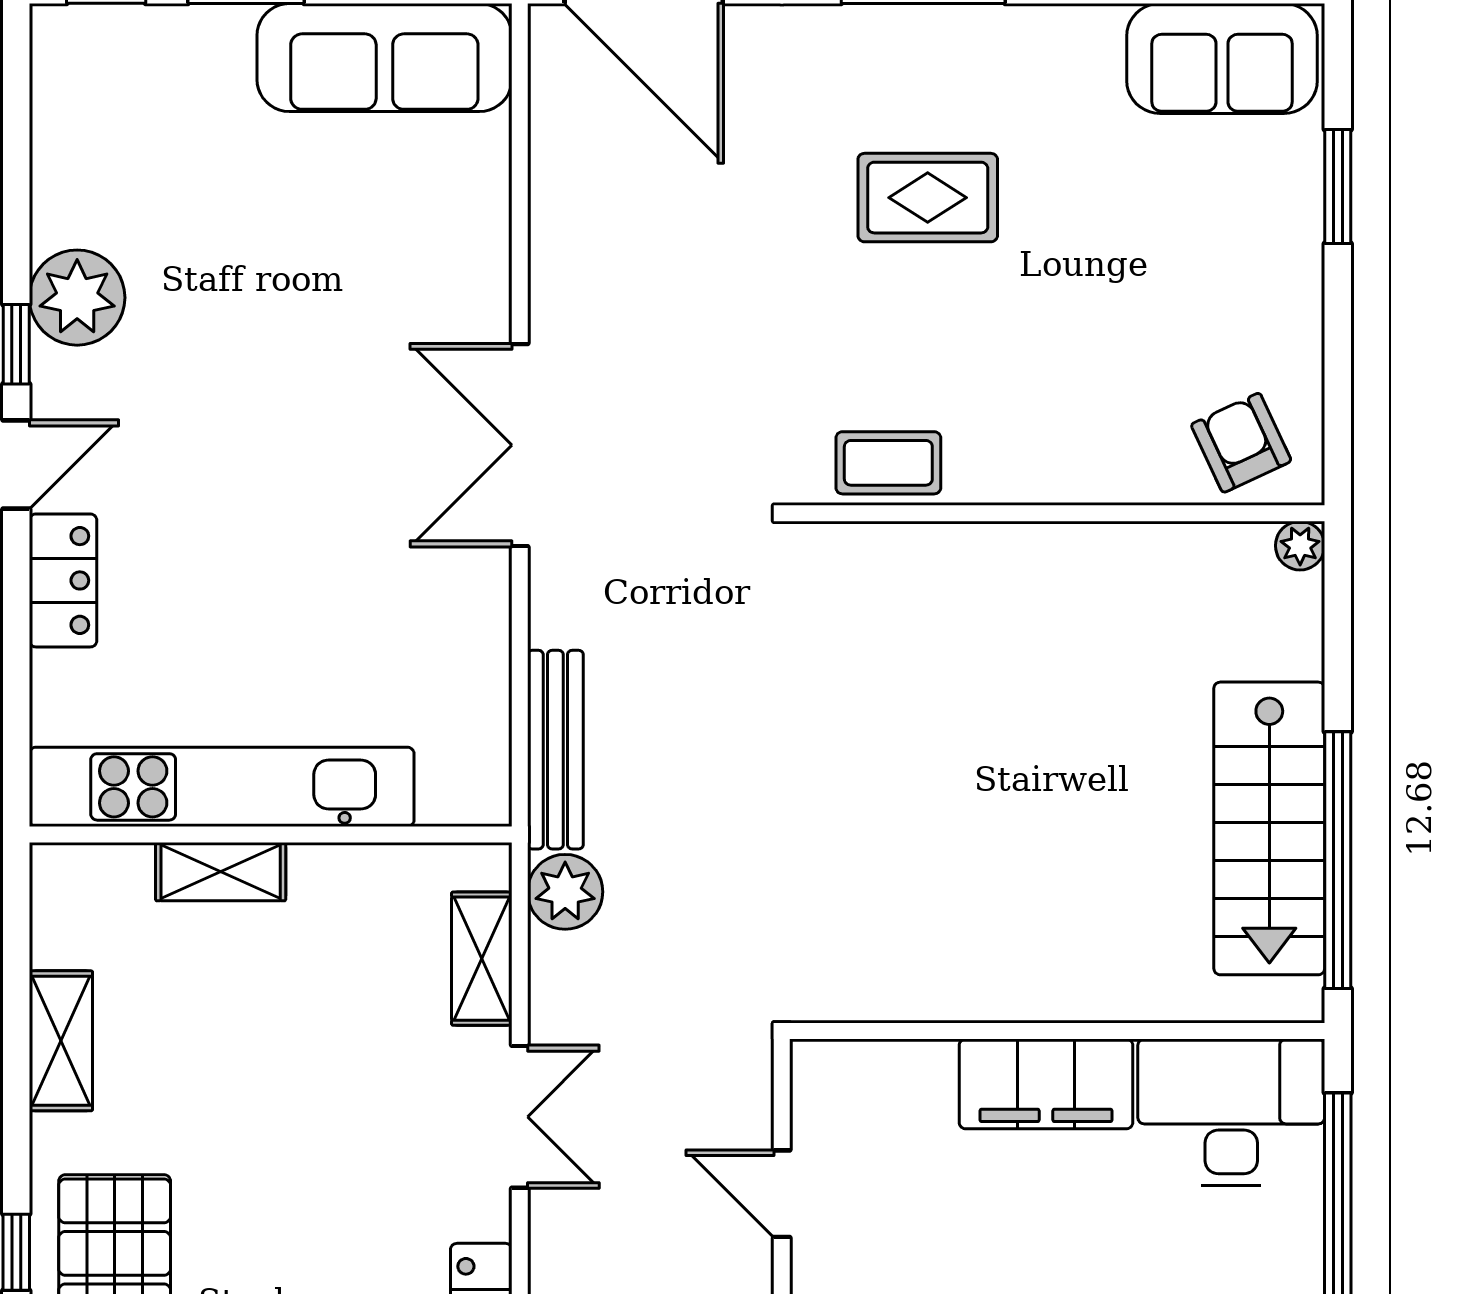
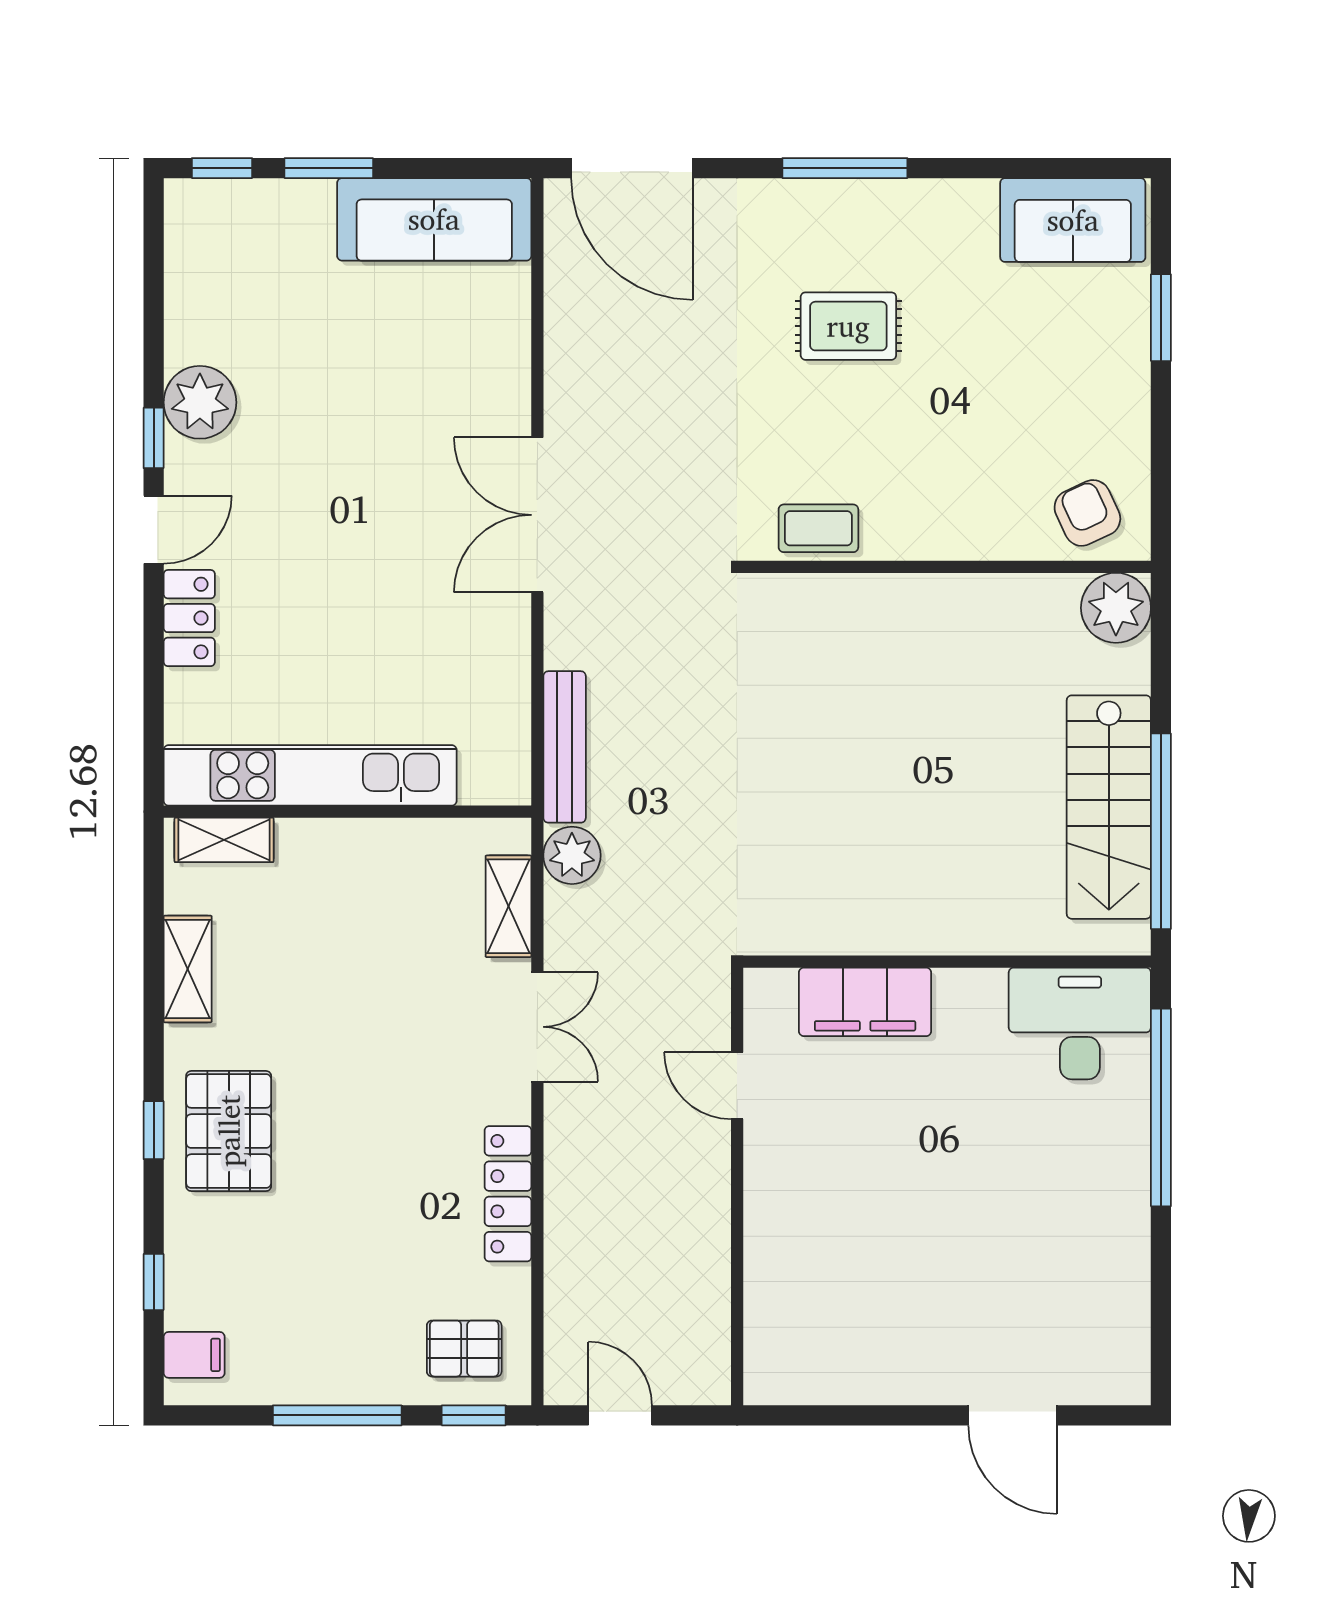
plant: (1300, 546) -> (1116, 608), width x1.88, depth x1.88
shelving: (221, 872) -> (224, 840), moved
filing cabinet: (1046, 1084) -> (865, 1002), moved

